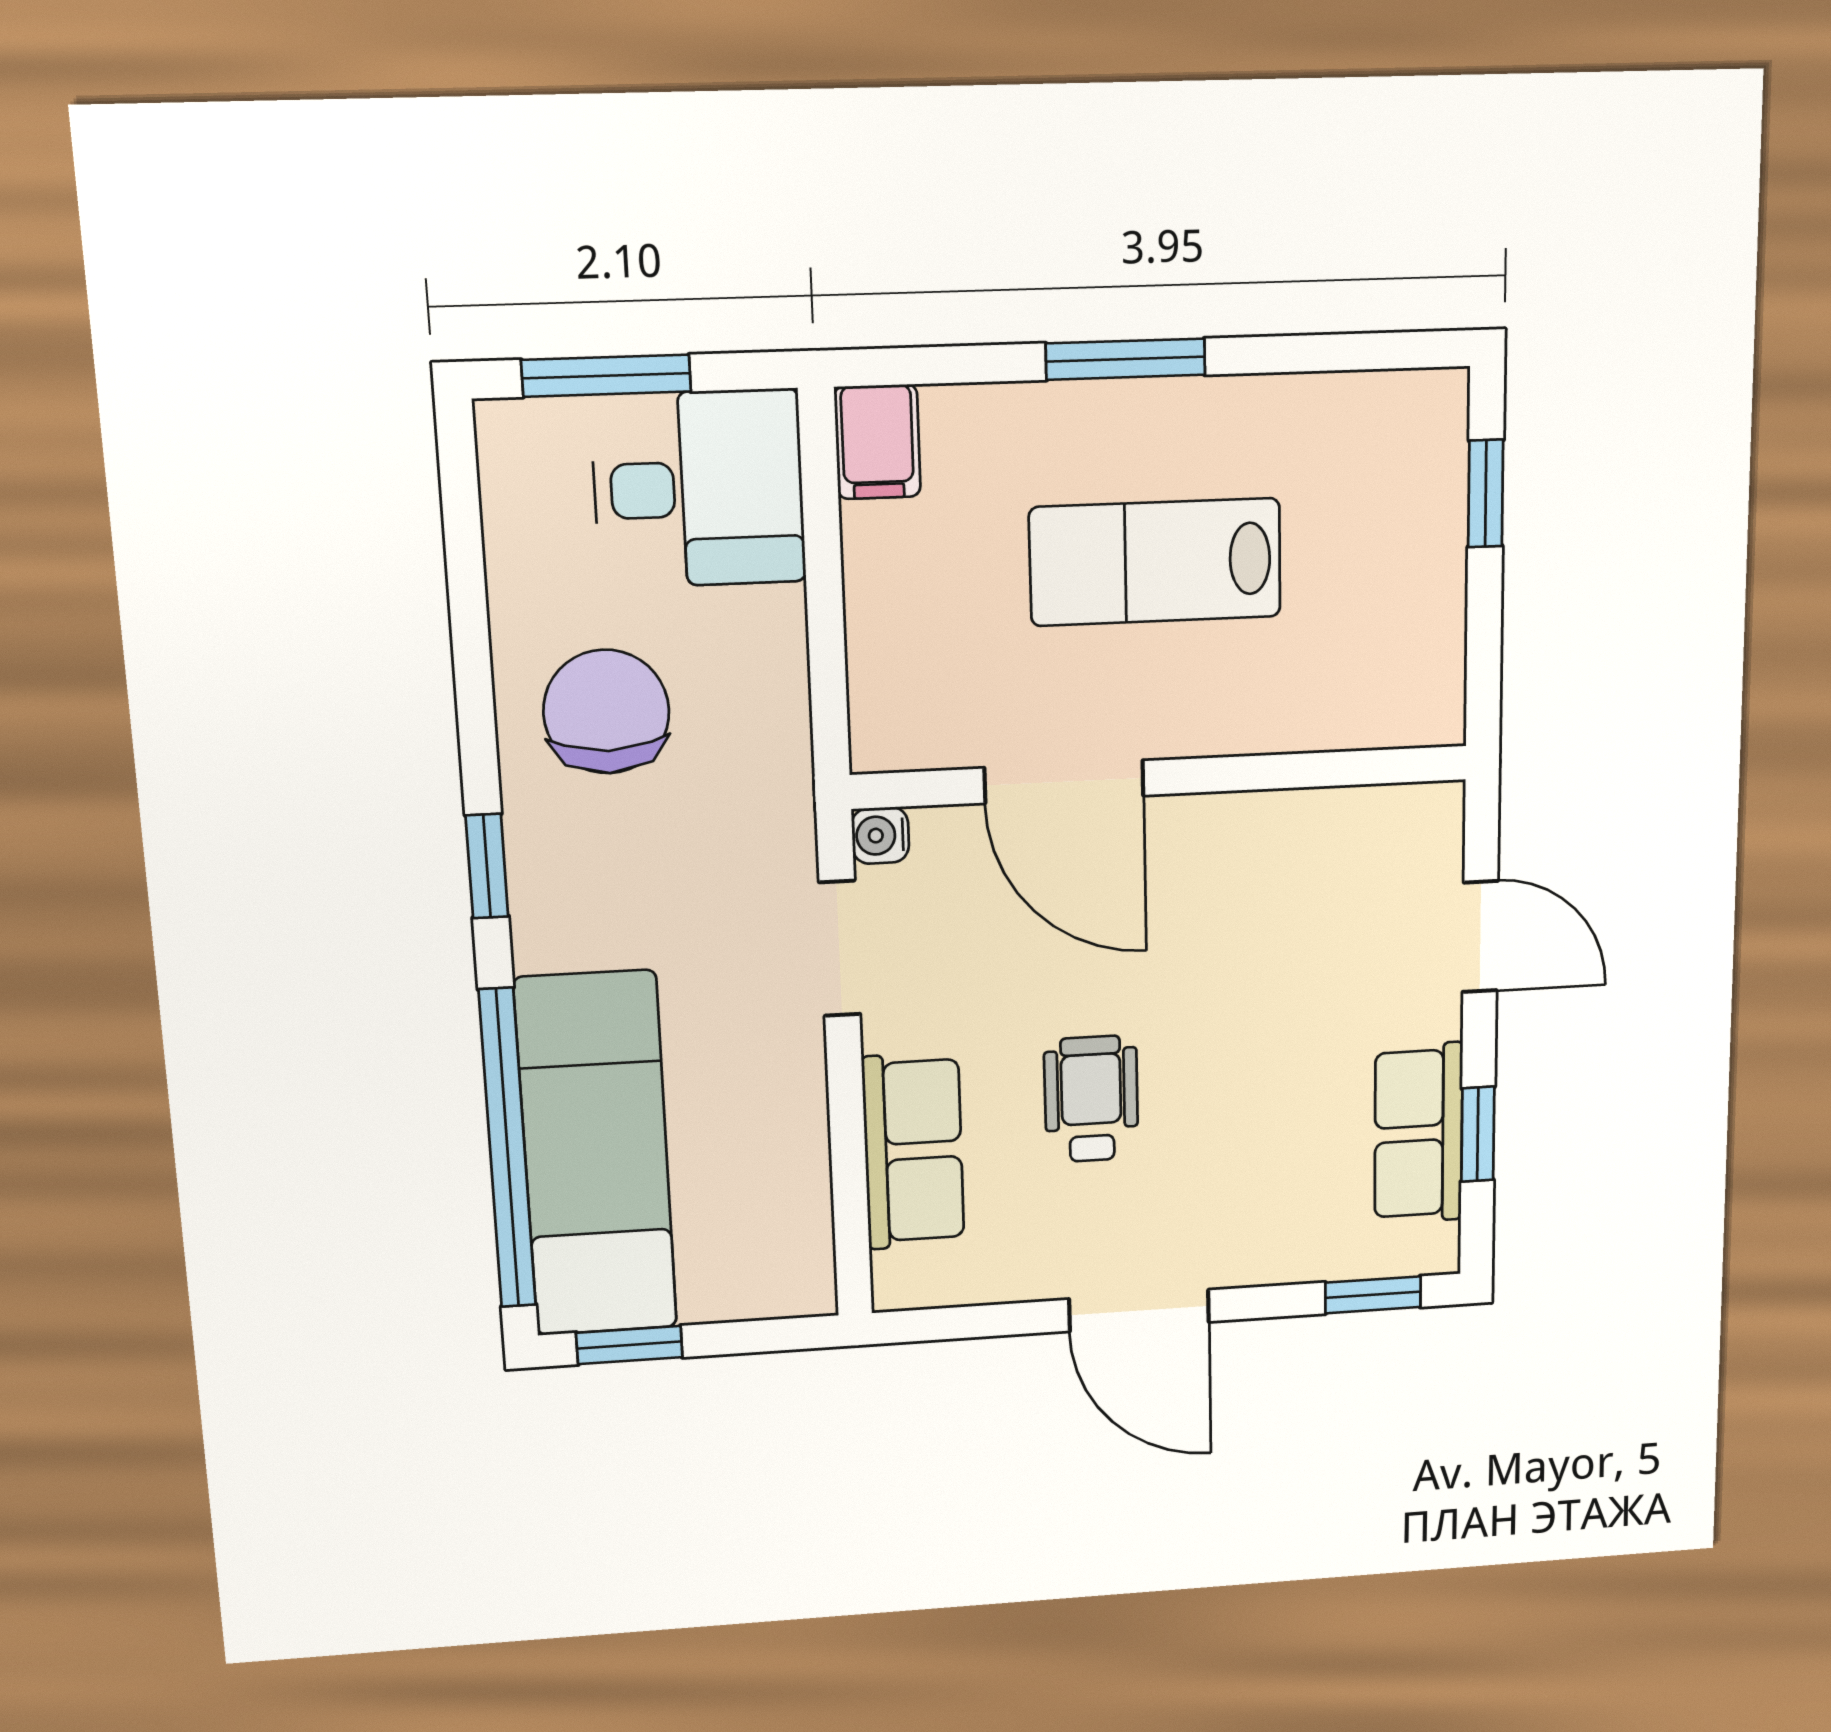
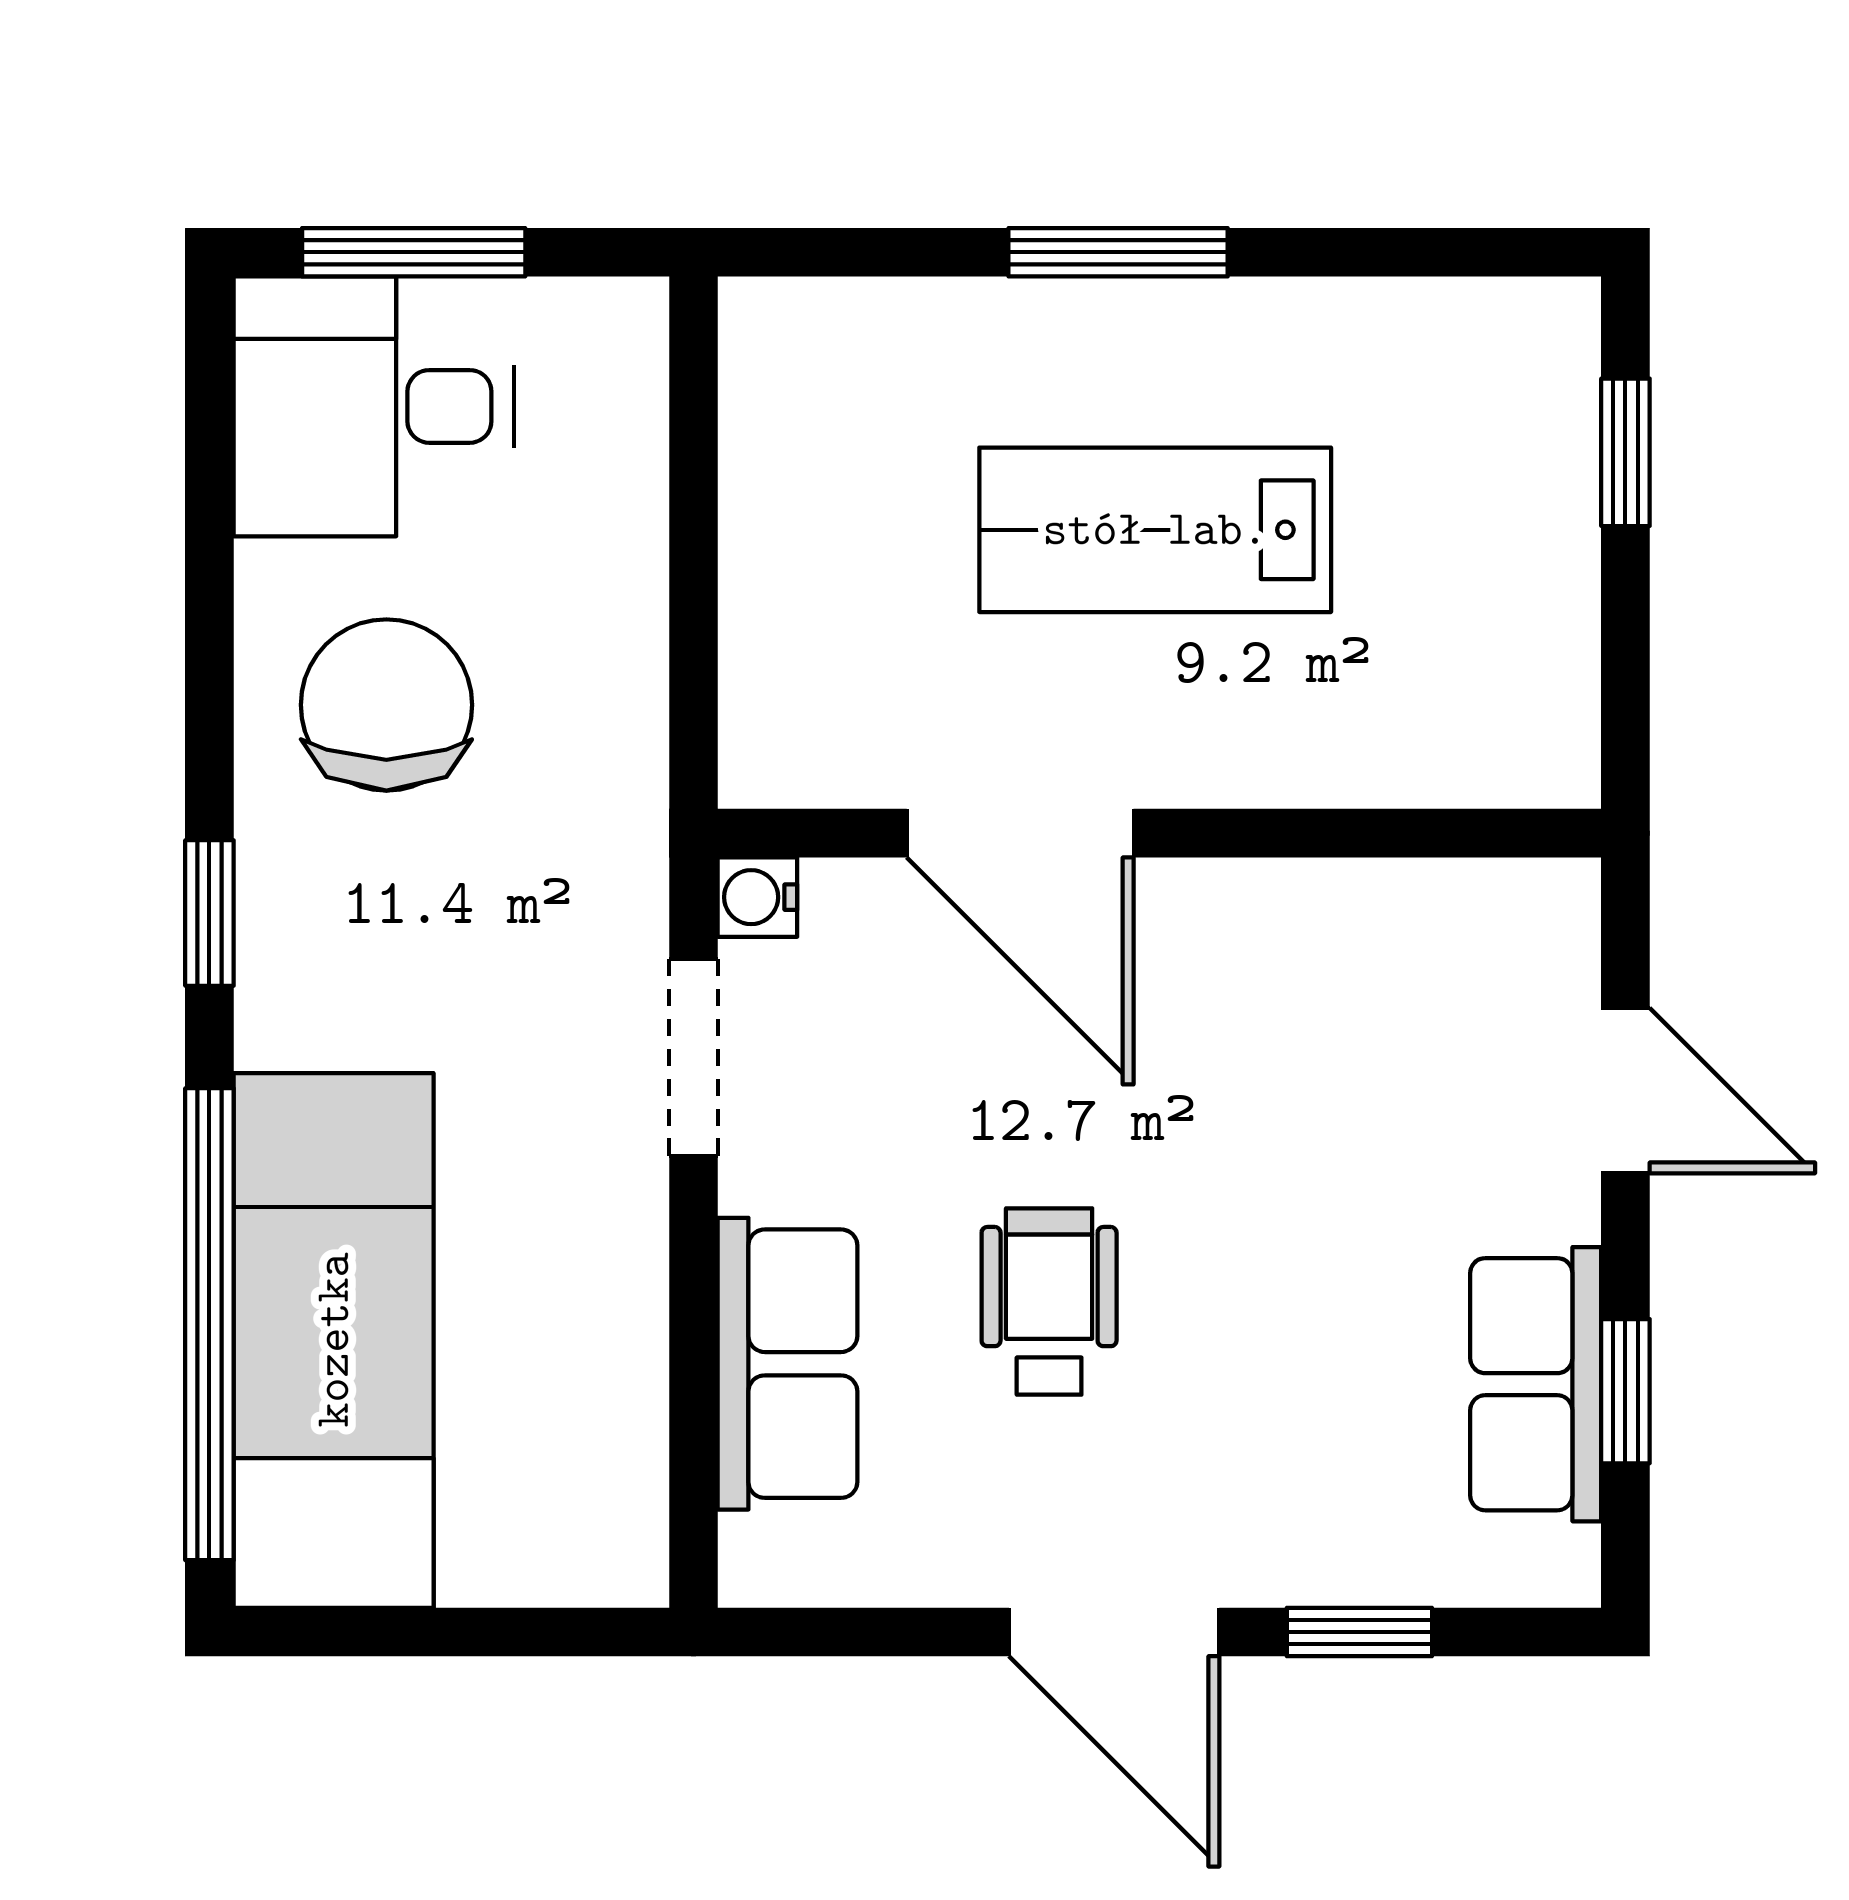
filing cabinet: (877, 442) -> (774, 352), removed
desk: (699, 489) -> (374, 406), moved, turned 180
window: (1373, 1295) -> (1359, 1632), moved
window: (629, 1345) -> (364, 1632), removed

